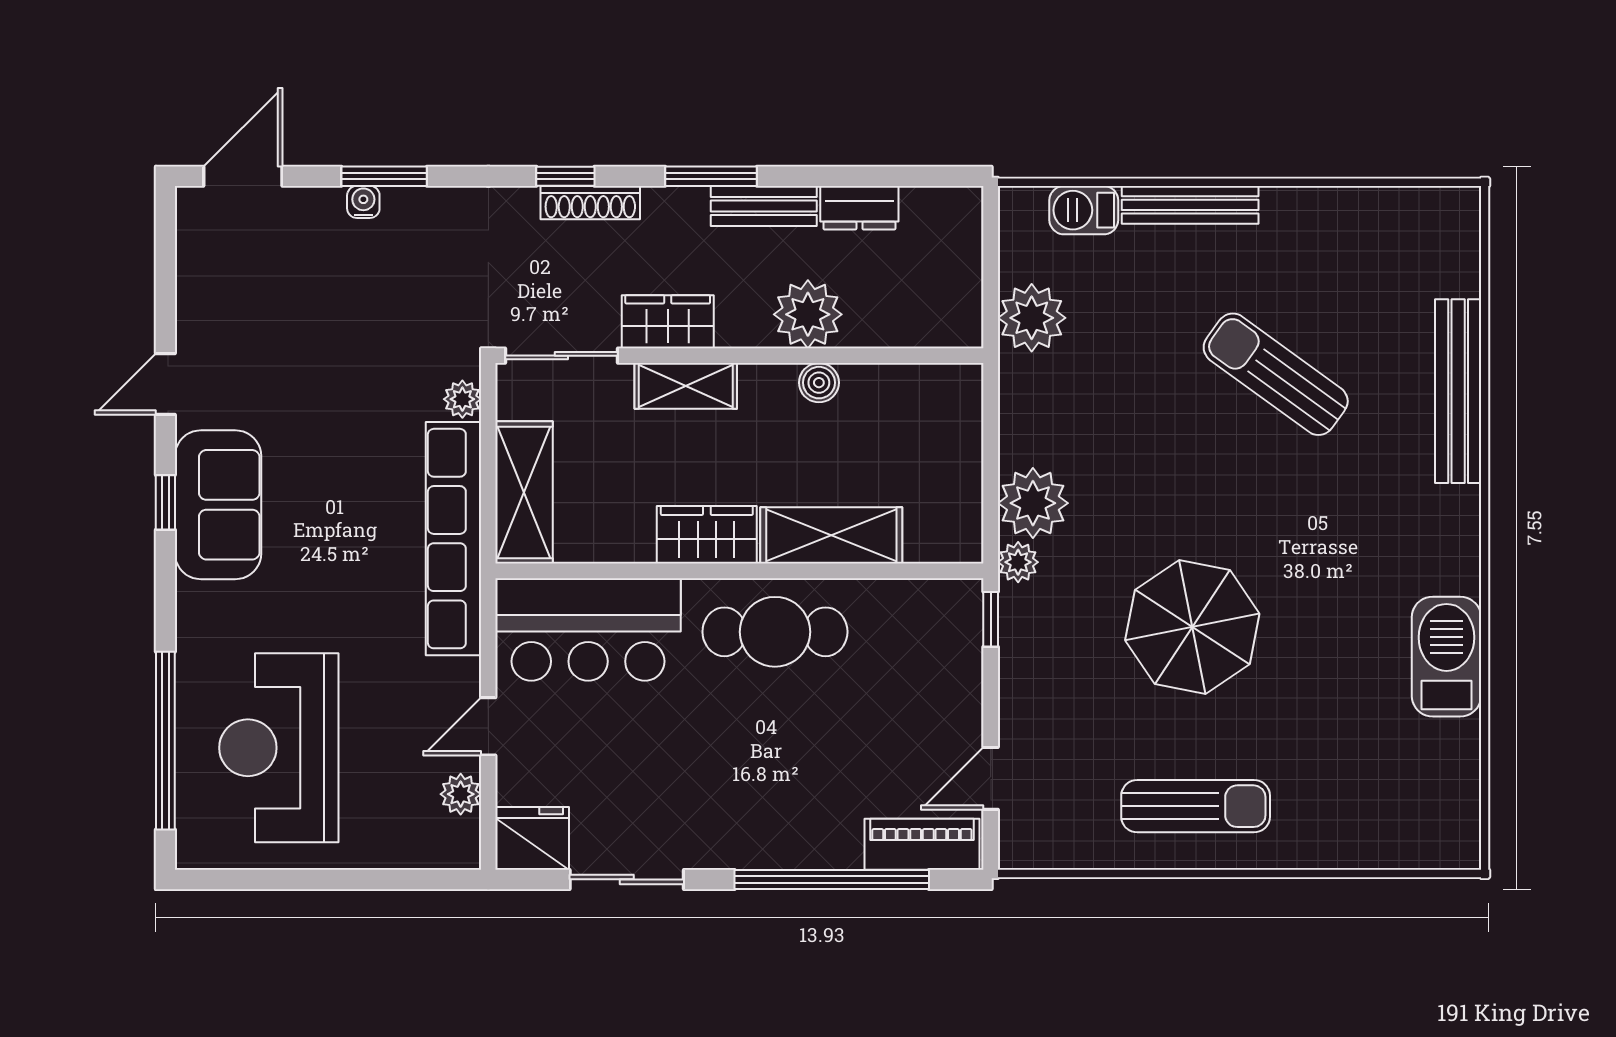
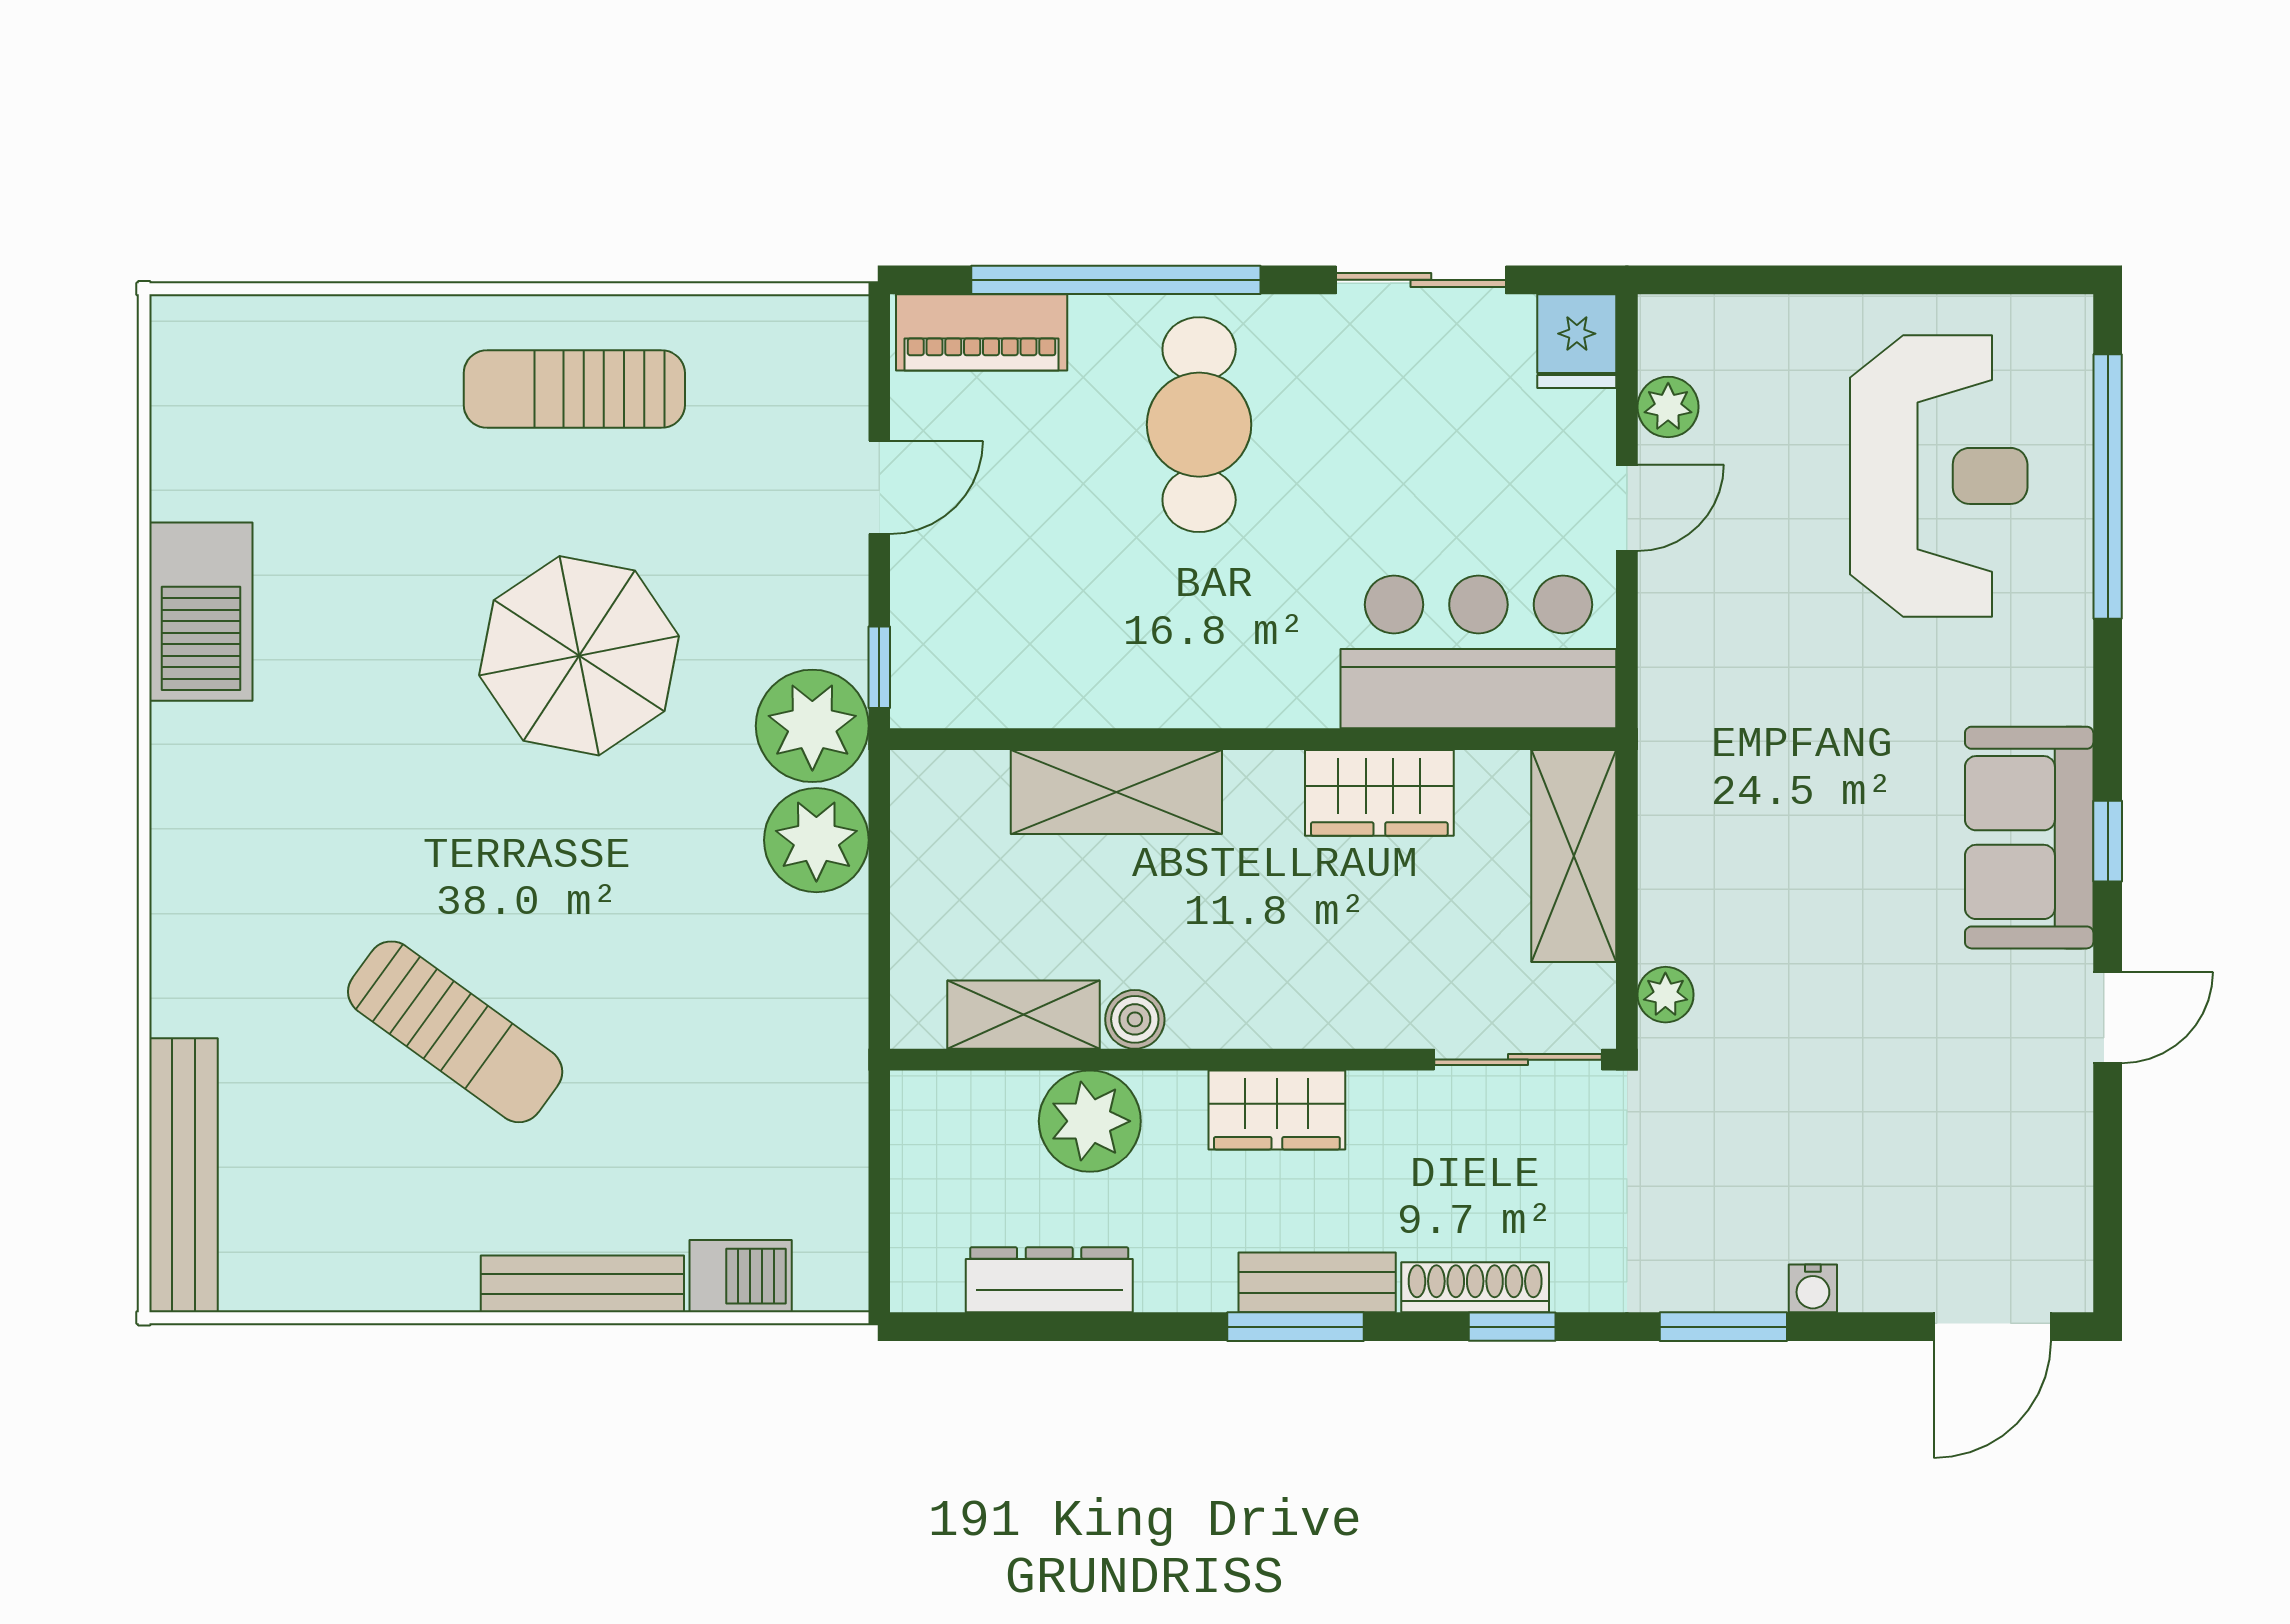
window: (384, 176) -> (1723, 1327), moved
bench: (764, 206) -> (1317, 1282), moved
dresser: (859, 208) -> (1049, 1280), width x1.44
plant: (808, 314) -> (1090, 1121), moved
plant: (1032, 318) -> (818, 1116), removed
wardrobe: (668, 322) -> (1277, 1110), moved
shelving: (686, 386) -> (1023, 1015), moved
bench: (1458, 391) -> (184, 1175), moved
wardrobe: (707, 535) -> (1379, 793), moved
row of seats: (453, 539) -> (1679, 787), removed
plant: (1018, 562) -> (812, 726), width x1.87, depth x1.87
cafe table: (775, 632) -> (1199, 425), moved, turned 90
door: (991, 778) -> (879, 487), moved
fridge: (532, 838) -> (1577, 341), width x0.72

